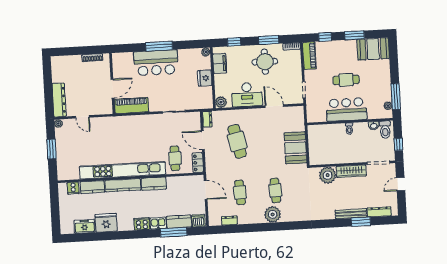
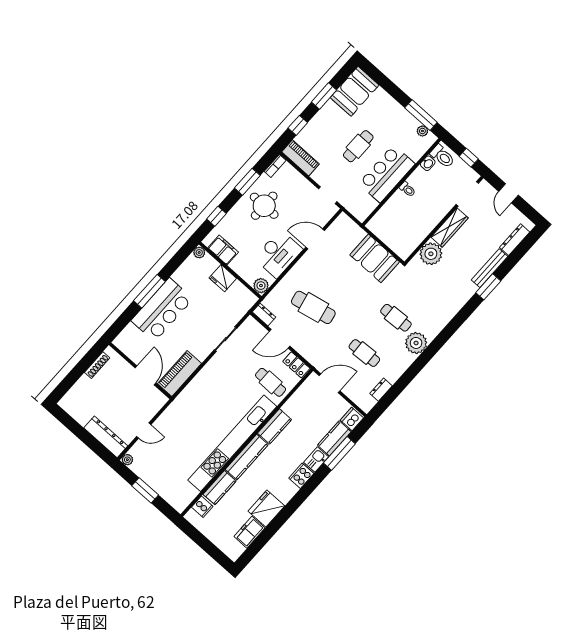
window: (361, 222) -> (488, 287), moved

